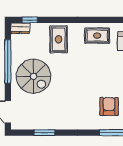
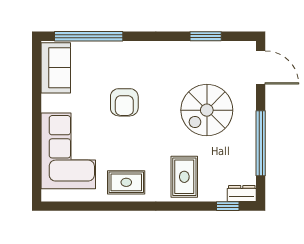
spiral stairs: (34, 76) -> (207, 110), moved, turned -90
armchair: (109, 106) -> (124, 102), moved

